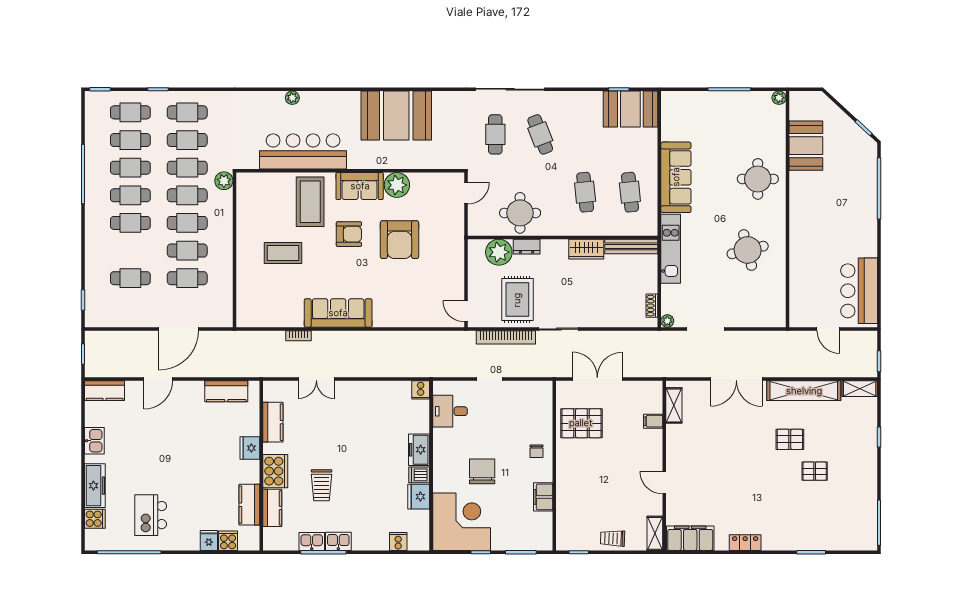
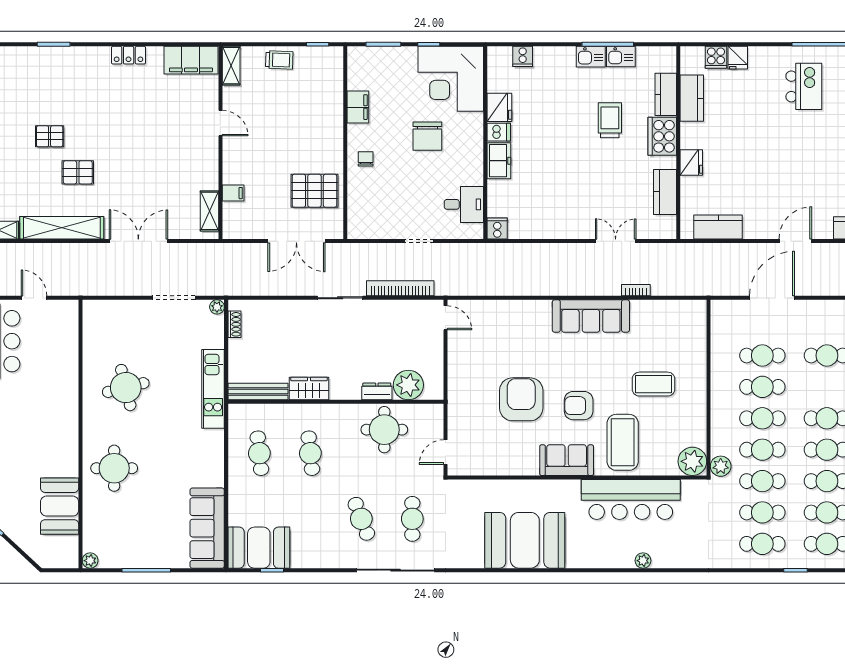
sofa: (676, 177) -> (207, 528), moved
plant: (397, 185) -> (692, 461), moved
rug: (517, 300) -> (387, 331), removed

